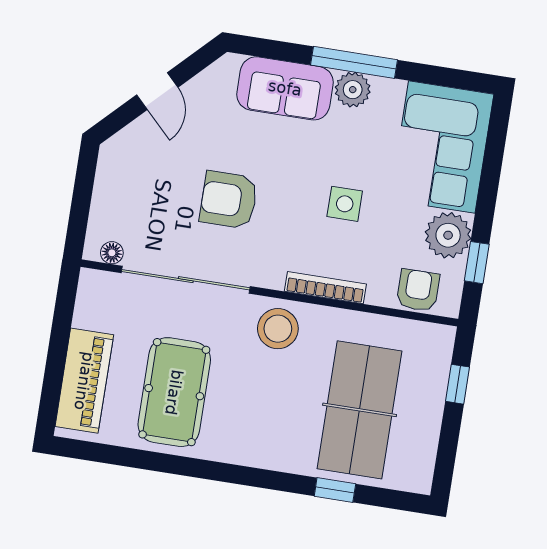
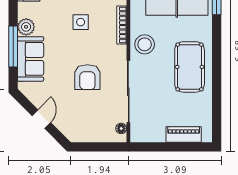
window: (354, 62) -> (13, 46), moved
door: (157, 91) -> (41, 119), hinge flipped
piano: (84, 381) -> (184, 134), width x0.73, depth x0.75
pool table: (174, 392) -> (190, 67), moved, turned 90

